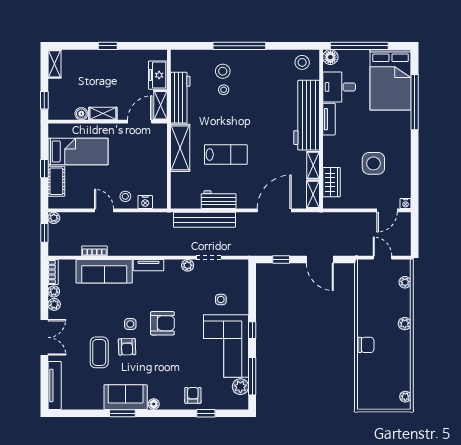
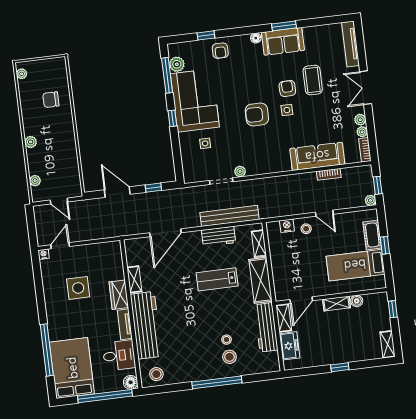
wardrobe: (331, 182) -> (119, 295), moved
shelving: (313, 194) -> (259, 244), moved
tv unit: (149, 265) -> (277, 167), removed
chair: (366, 345) -> (51, 100), moved

